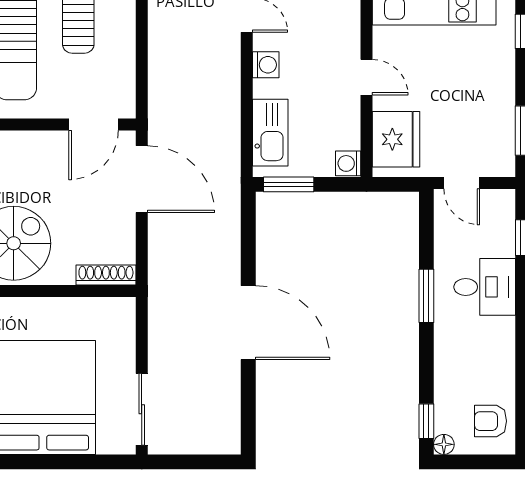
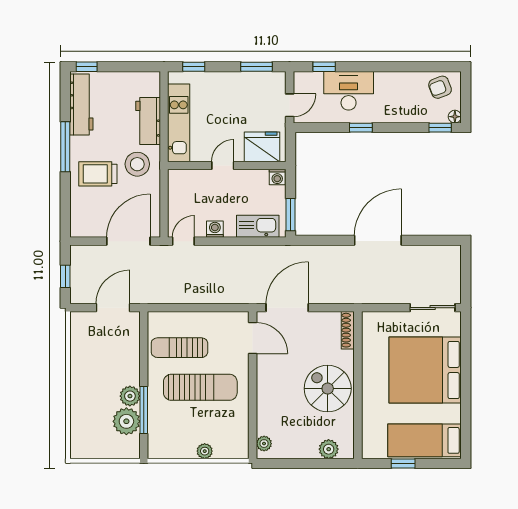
desk: (485, 287) -> (349, 91), width x1.37
window: (426, 296) -> (361, 128), width x0.67
armchair: (490, 421) -> (440, 87), turned 69

